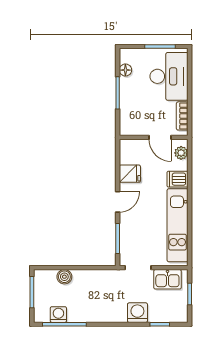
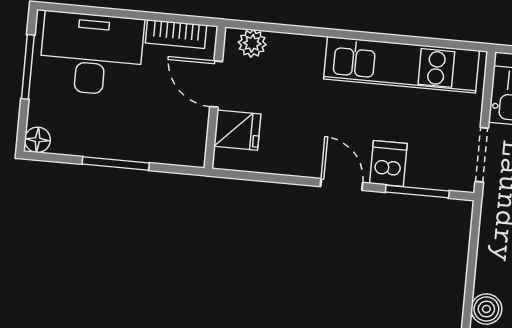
floor lamp: (125, 70) -> (37, 140), moved
door: (160, 137) -> (216, 84), swing flipped
fridge: (130, 174) -> (237, 130), moved, turned 90
dishwasher: (177, 179) -> (388, 163), moved, turned 180

